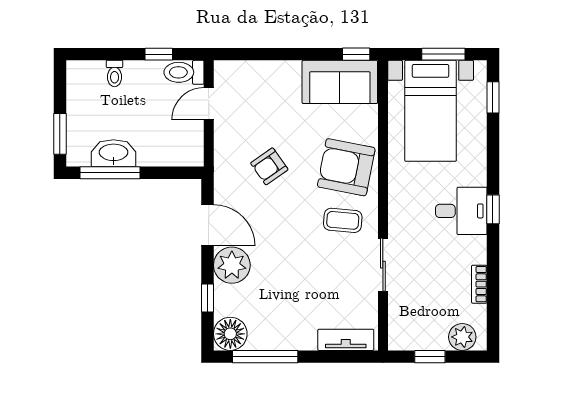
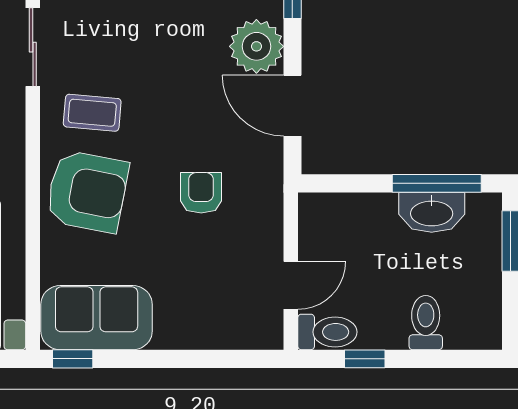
toilet: (115, 74) -> (426, 323), width x1.37, depth x1.39
armchair: (269, 166) -> (201, 193), turned -55

